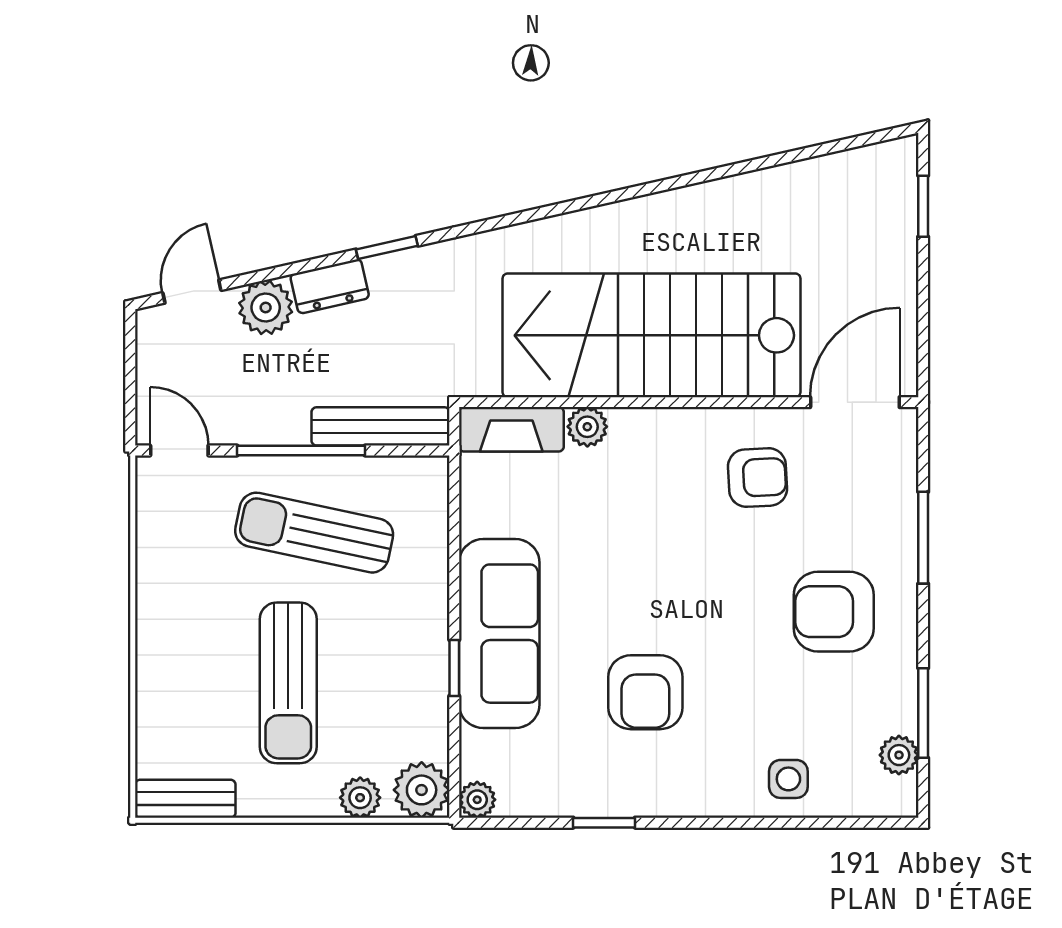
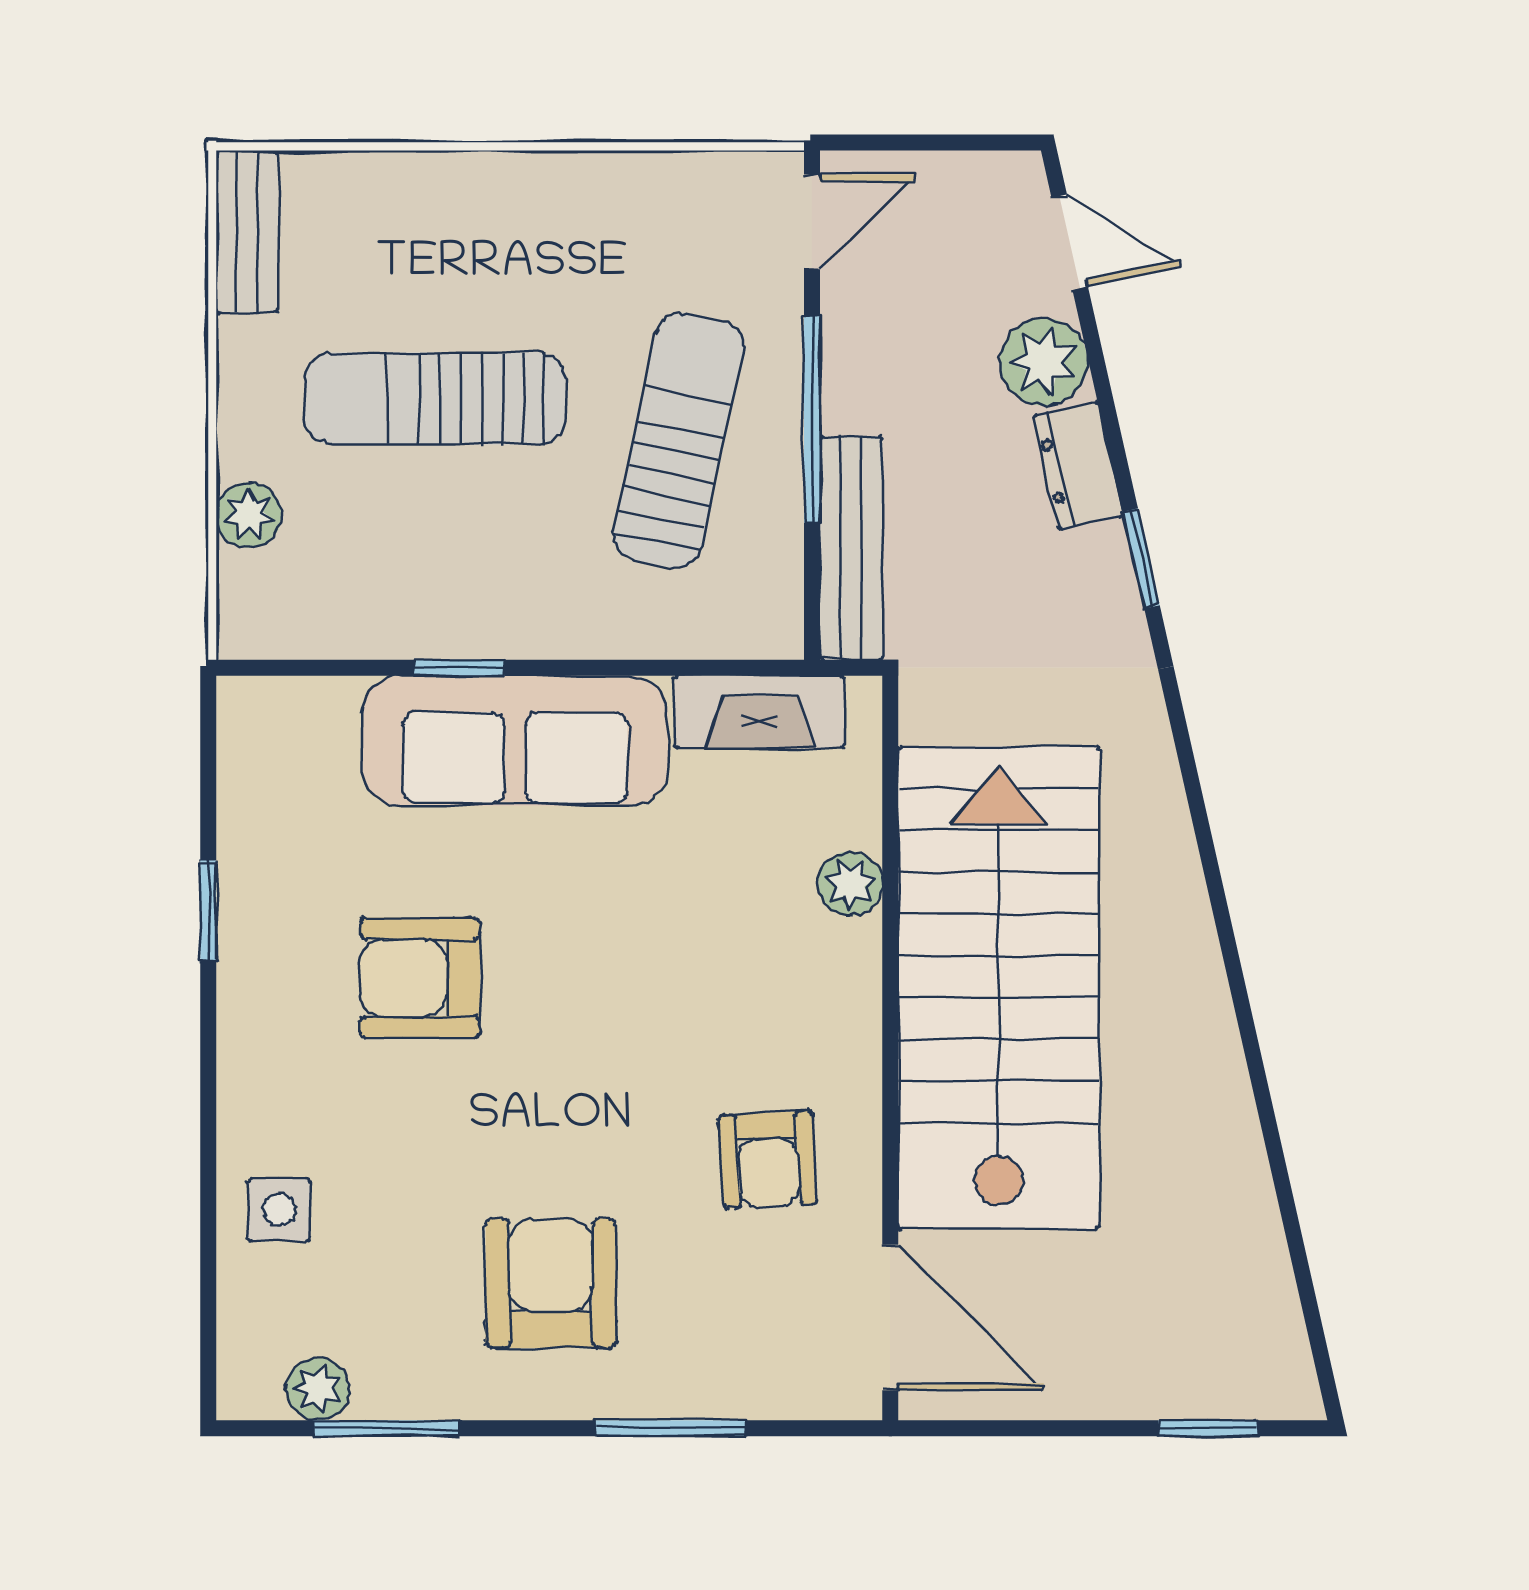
fireplace: (511, 429) -> (760, 712), moved, turned -90
plant: (422, 790) -> (261, 615), removed
plant: (477, 800) -> (246, 705), removed

